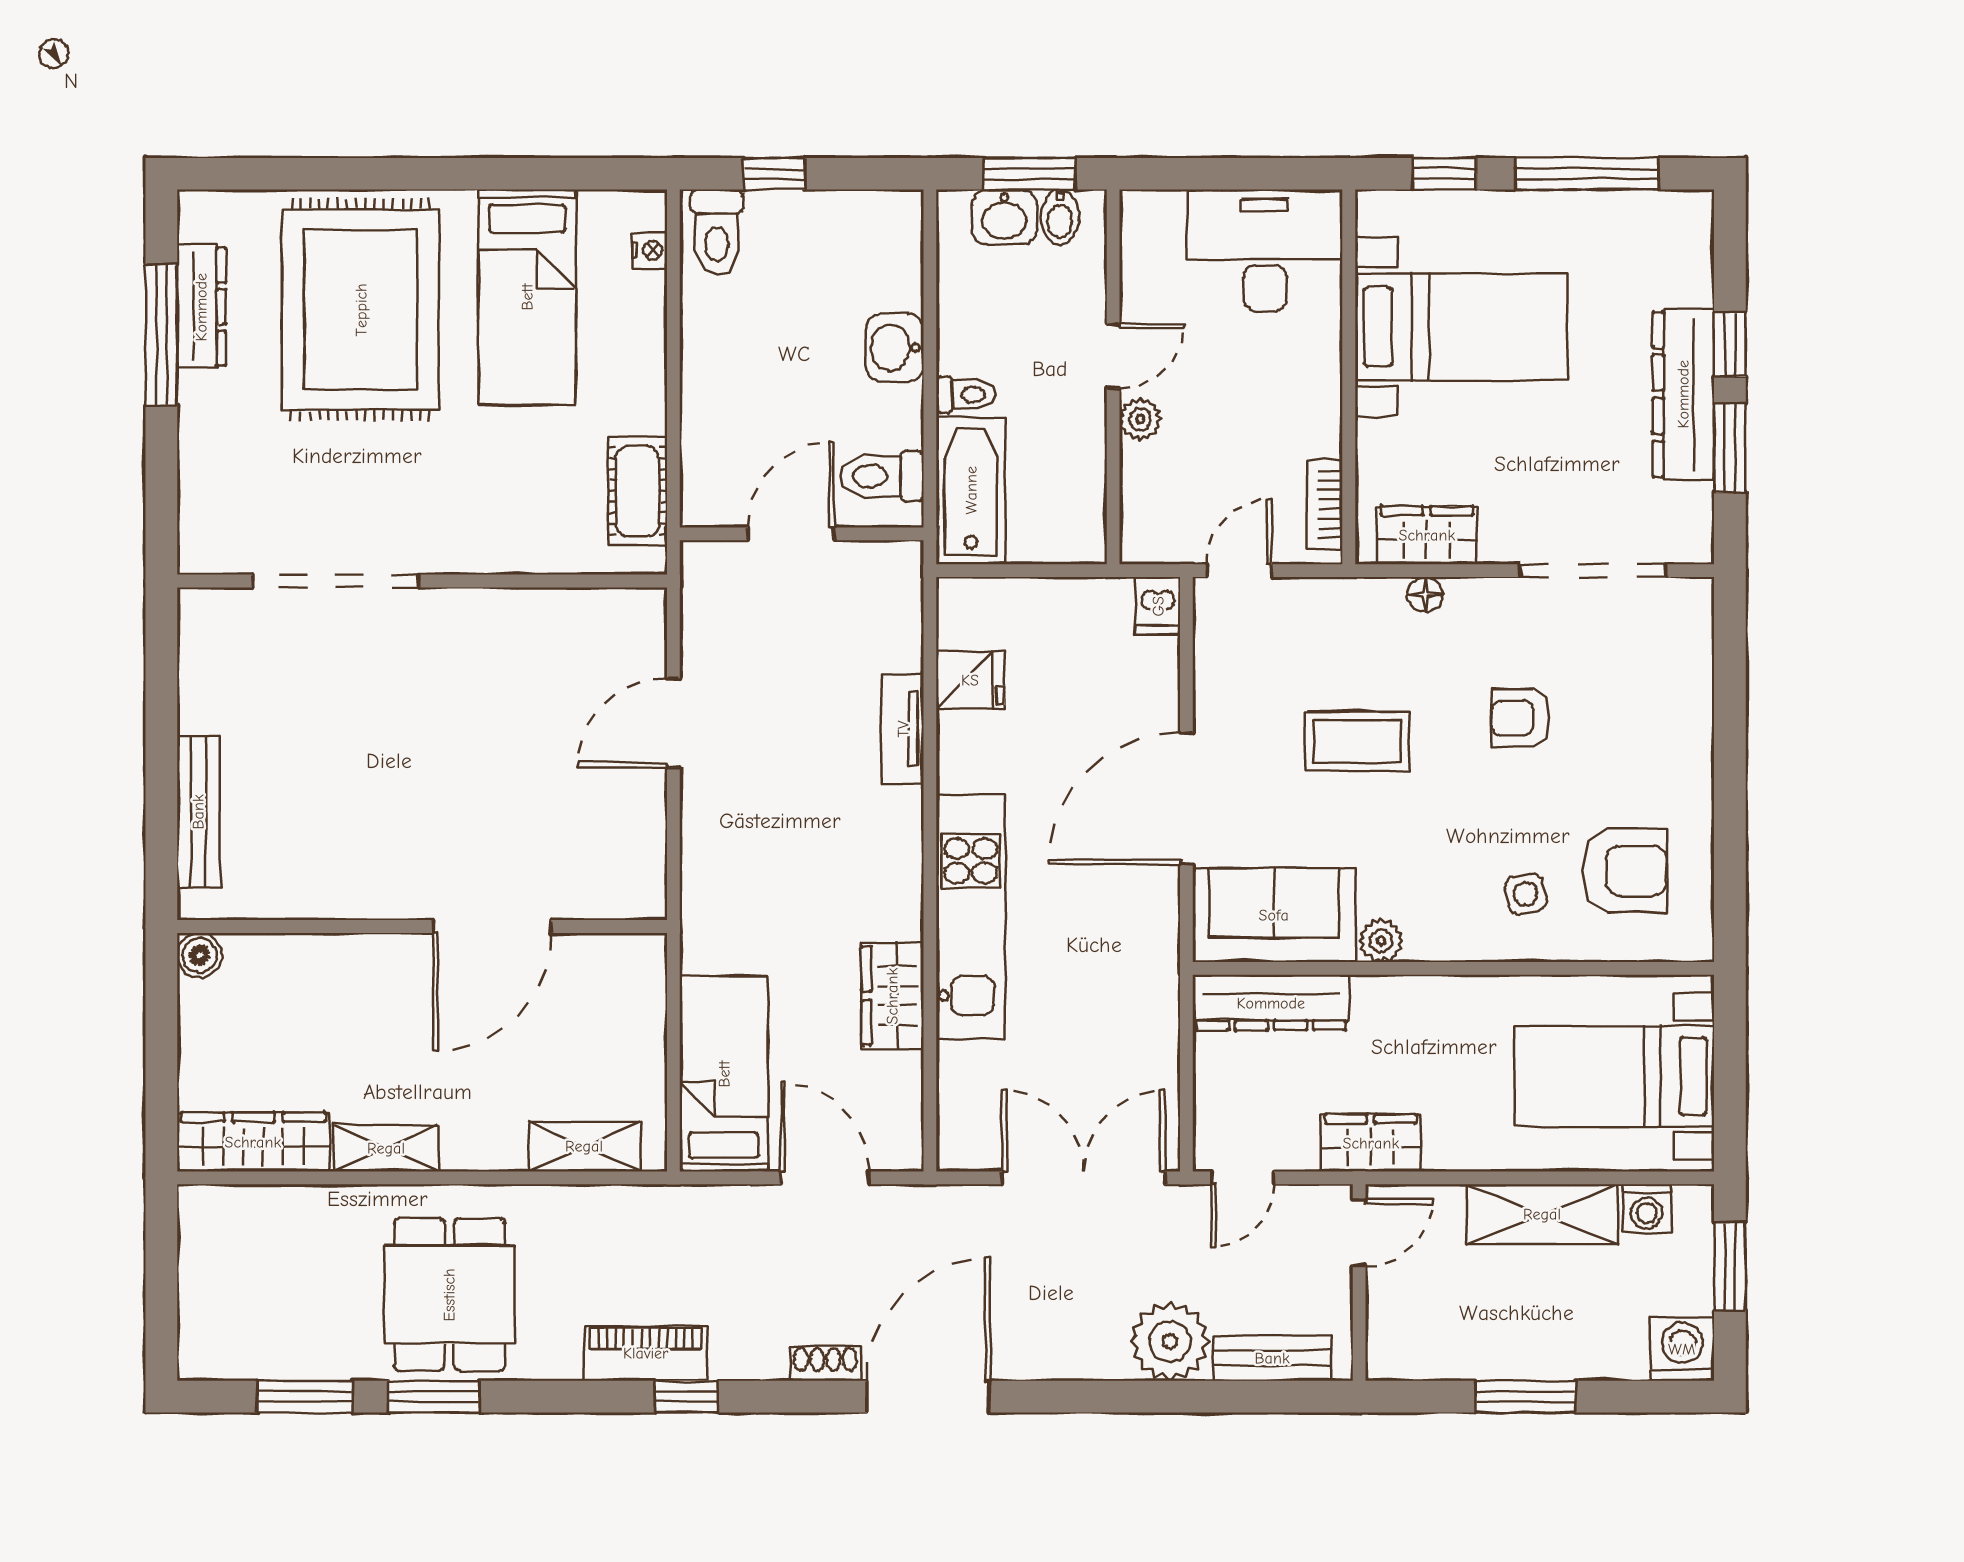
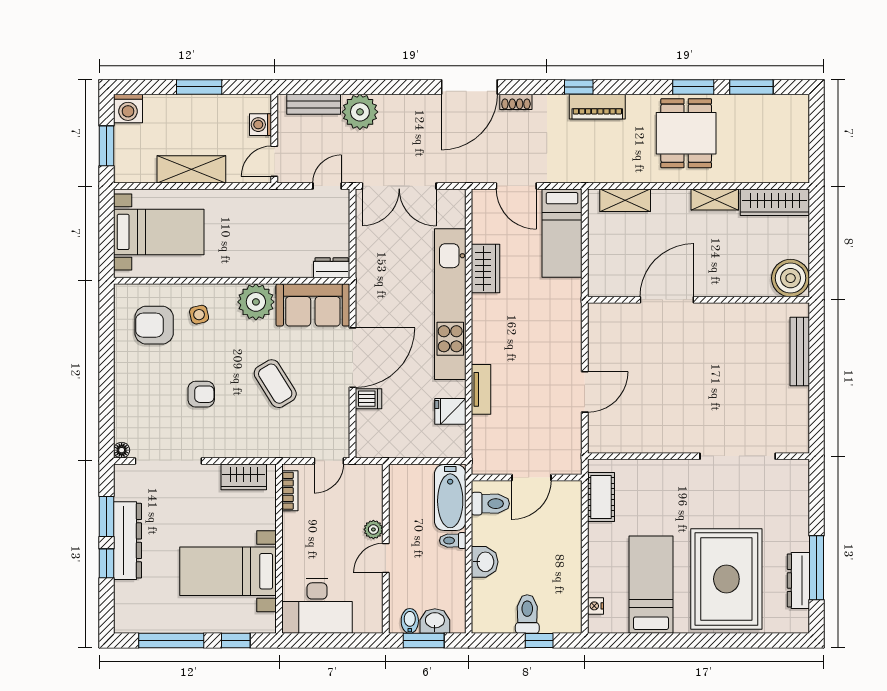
toilet: (717, 232) -> (527, 614), moved
floor lamp: (1425, 594) -> (122, 450), moved
dishwasher: (1158, 606) -> (368, 399), moved, turned 90
coffee table: (1357, 741) -> (275, 384), turned 58
kitchen unit: (971, 917) -> (450, 304), width x1.36
plant: (1381, 941) -> (256, 302), width x1.88, depth x1.88
boiler: (200, 955) -> (791, 278), width x1.86, depth x1.86
dresser: (1271, 1003) -> (332, 268), width x0.51, depth x0.80
wardrobe: (1371, 1143) -> (269, 202), removed
washing machine: (1647, 1208) -> (261, 125), moved, turned -90

